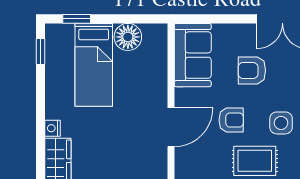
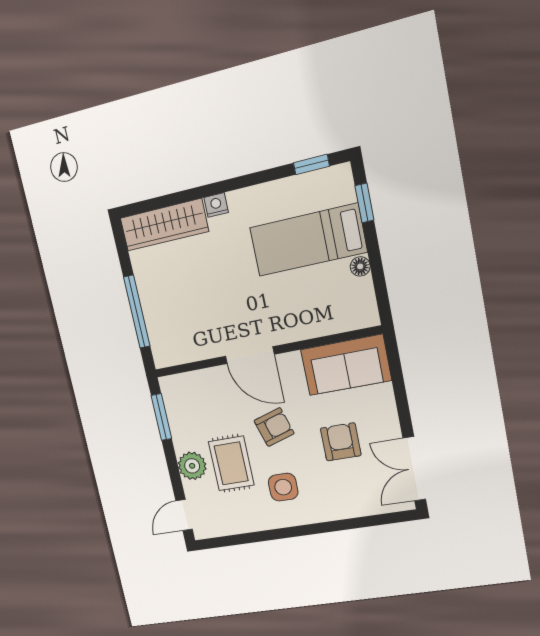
floor lamp: (128, 37) -> (360, 266), width x0.53, depth x0.53
armchair: (231, 120) -> (274, 427), turned -107

